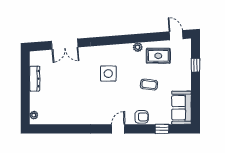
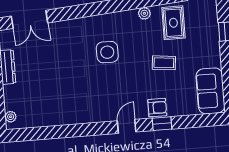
double door: (65, 44) -> (29, 19), moved
rug: (158, 56) -> (173, 23), turned 90
window: (162, 129) -> (162, 124), moved

